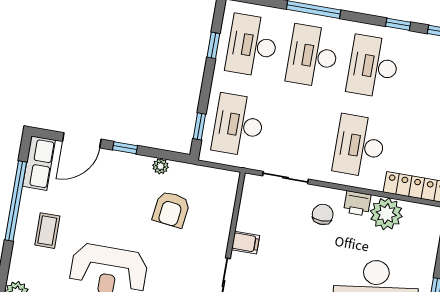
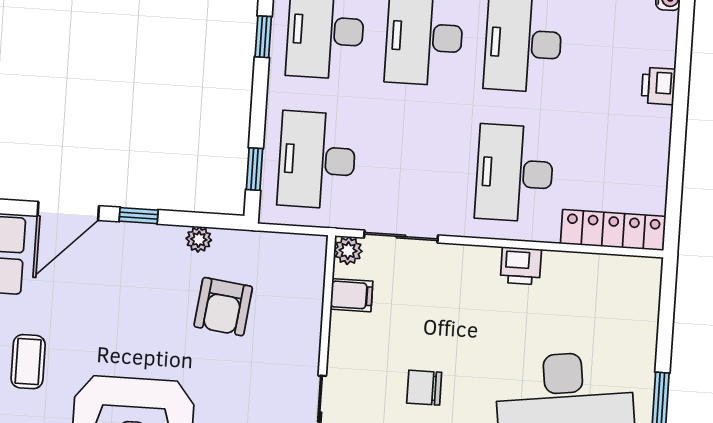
chair: (323, 214) -> (424, 388), moved, turned -90
plant: (386, 214) -> (348, 251), moved, width x0.53, depth x0.53
filing cabinet: (246, 243) -> (351, 295), moved

